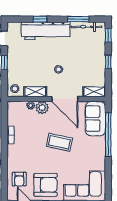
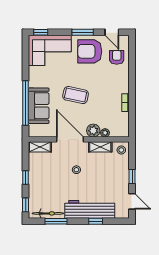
sofa: (95, 119) -> (39, 106), moved

